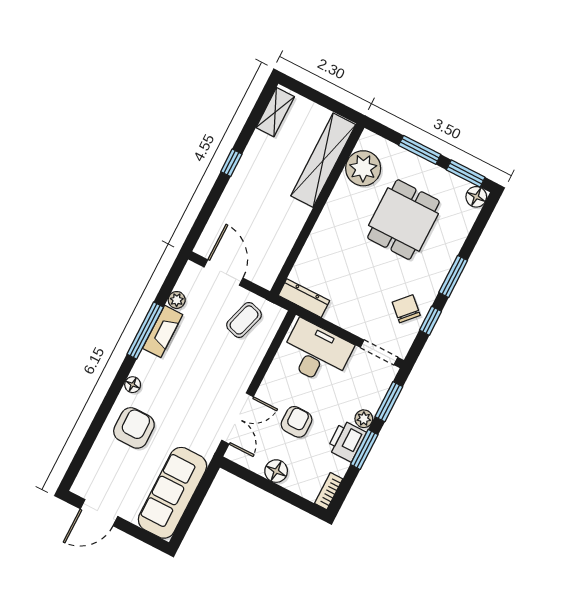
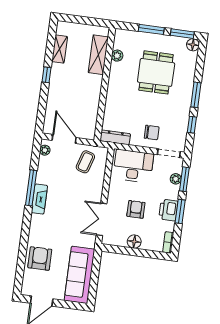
shelving: (275, 112) -> (60, 49), moved
shelving: (323, 160) -> (98, 55), width x0.68
plant: (363, 168) -> (117, 56), width x0.53, depth x0.53
plant: (177, 300) -> (45, 150), moved
chair: (406, 309) -> (152, 132), moved, turned 137
fireplace: (163, 331) -> (39, 199), moved
floor lamp: (133, 385) -> (35, 221), removed
double door: (238, 419) -> (102, 219), swing flipped
plant: (364, 419) -> (176, 179), moved
armchair: (134, 428) -> (40, 258), moved

